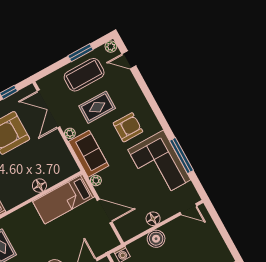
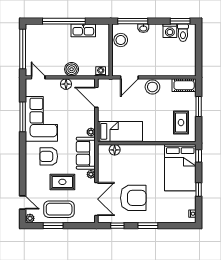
floor lamp: (39, 186) -> (115, 150), moved
door: (105, 211) -> (96, 97), moved
window: (223, 231) -> (23, 49), added

